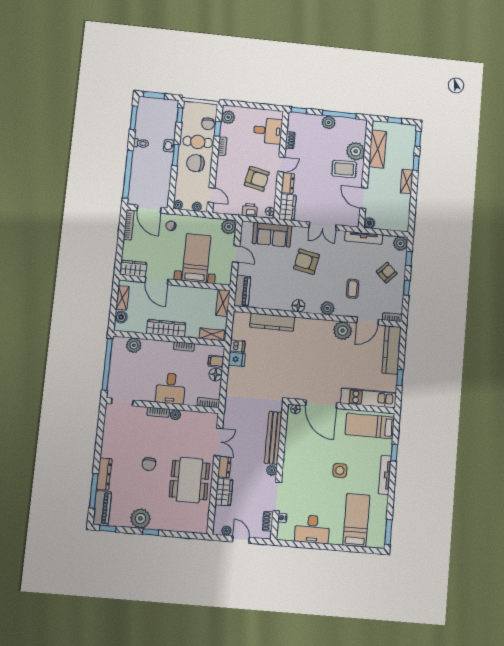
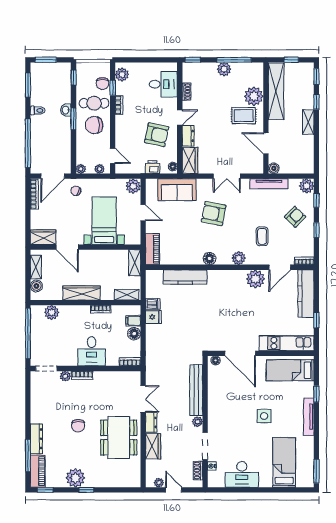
shelving: (378, 149) -> (276, 92), width x1.47
door: (149, 209) -> (53, 176), hinge flipped
plant: (175, 415) -> (65, 376), moved

